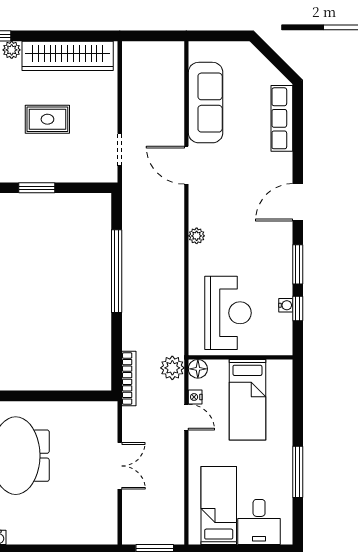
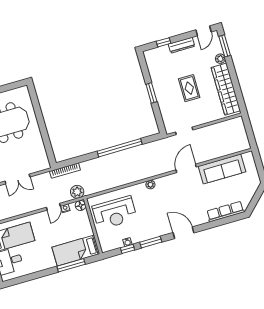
bed: (247, 400) -> (76, 250), moved
window: (298, 472) -> (71, 265), moved

